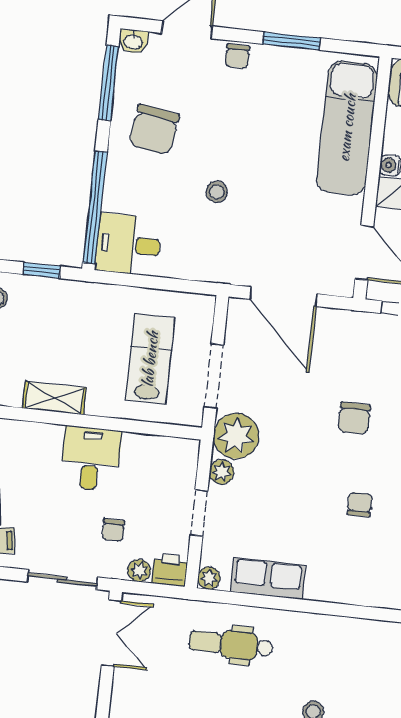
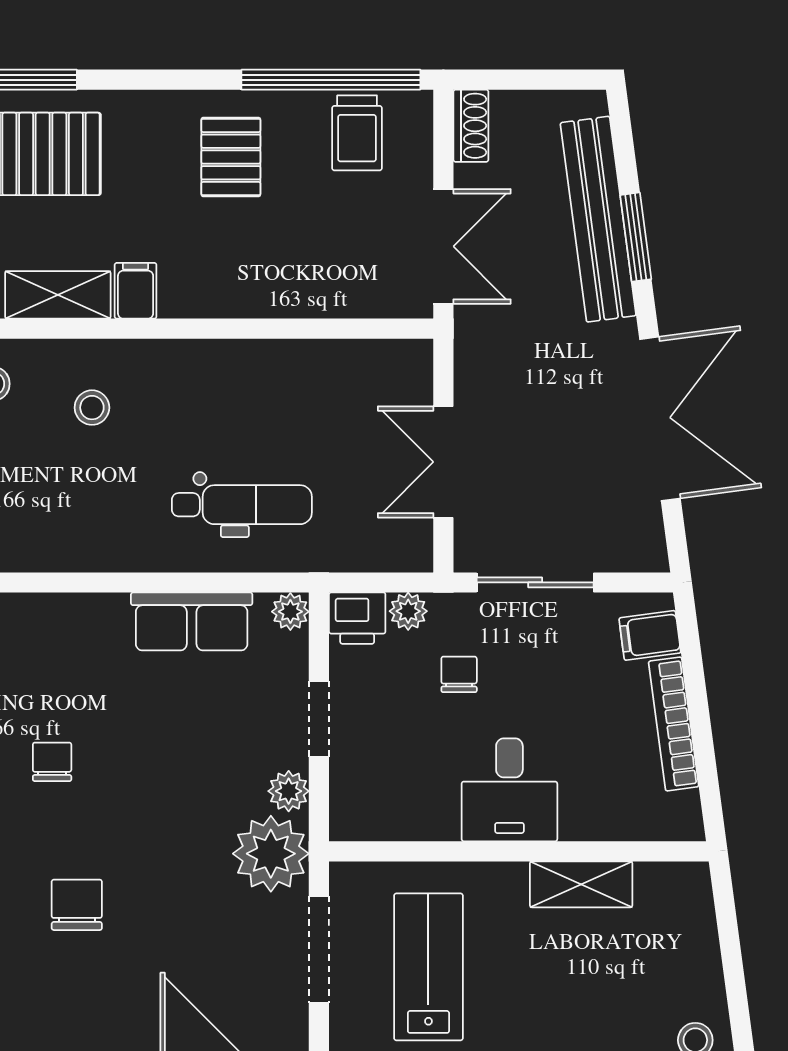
lab bench: (150, 359) -> (428, 967), turned 180
chair: (360, 504) -> (52, 762), turned 180
double door: (111, 633) -> (443, 462), moved

